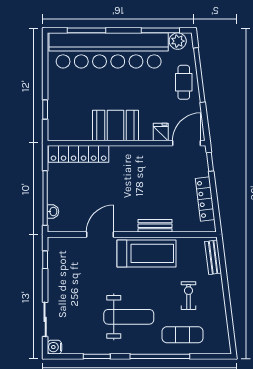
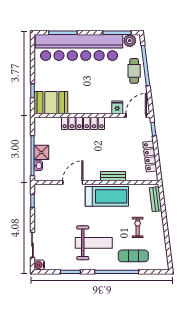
booth: (116, 126) -> (51, 103), moved
locker: (79, 154) -> (83, 123), moved
shower: (57, 194) -> (41, 152), added

